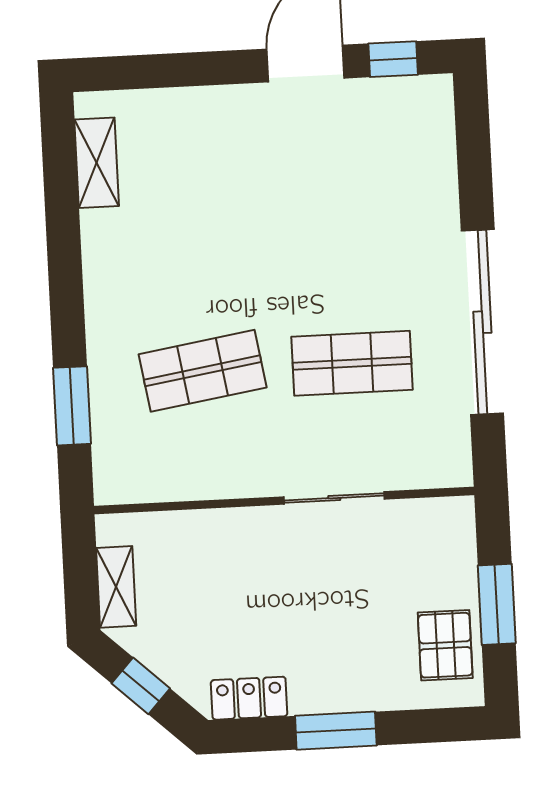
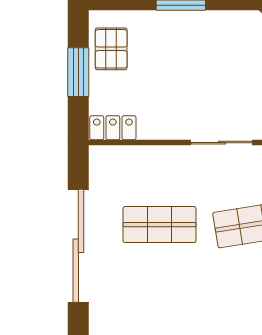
sliding door: (334, 498) -> (222, 143), moved
locker: (249, 698) -> (113, 128), moved, turned 180

